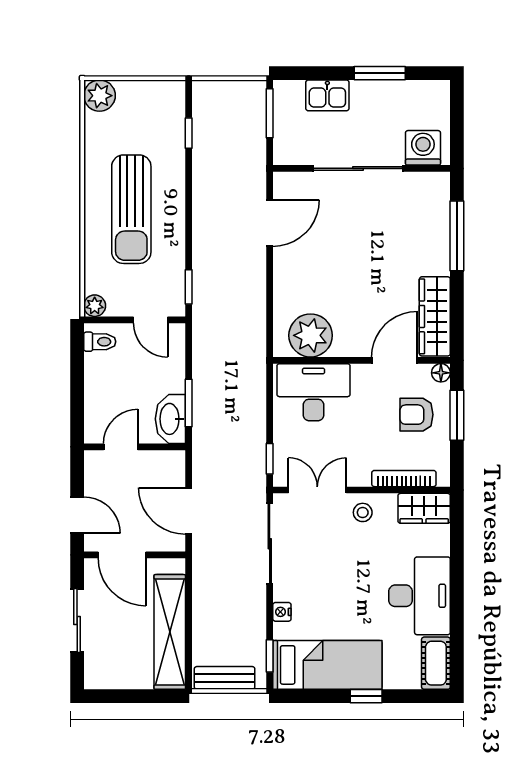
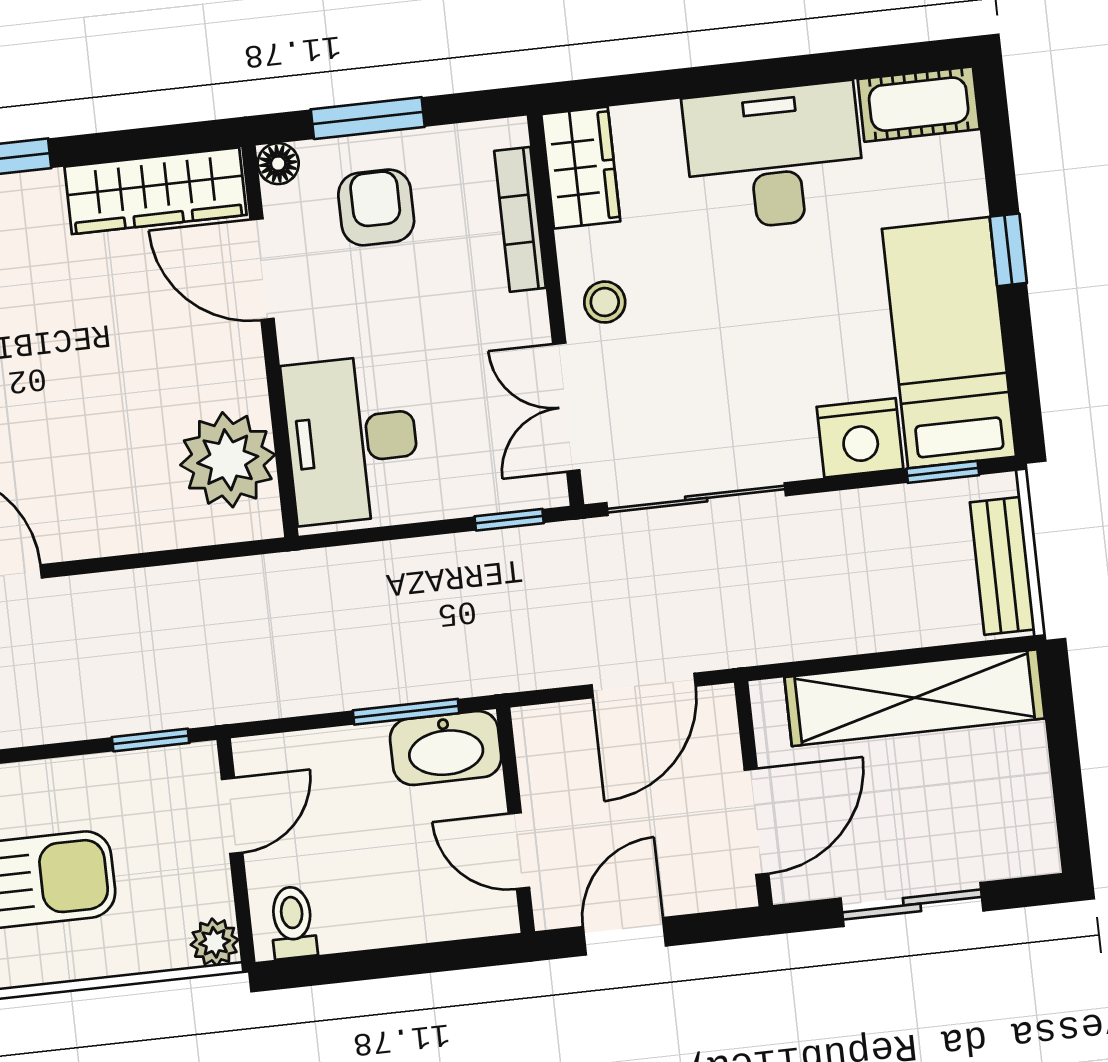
armchair: (416, 415) -> (376, 207), turned 180
door: (77, 515) -> (624, 936), moved
nightstand: (282, 612) -> (860, 438), width x1.89, depth x1.79

